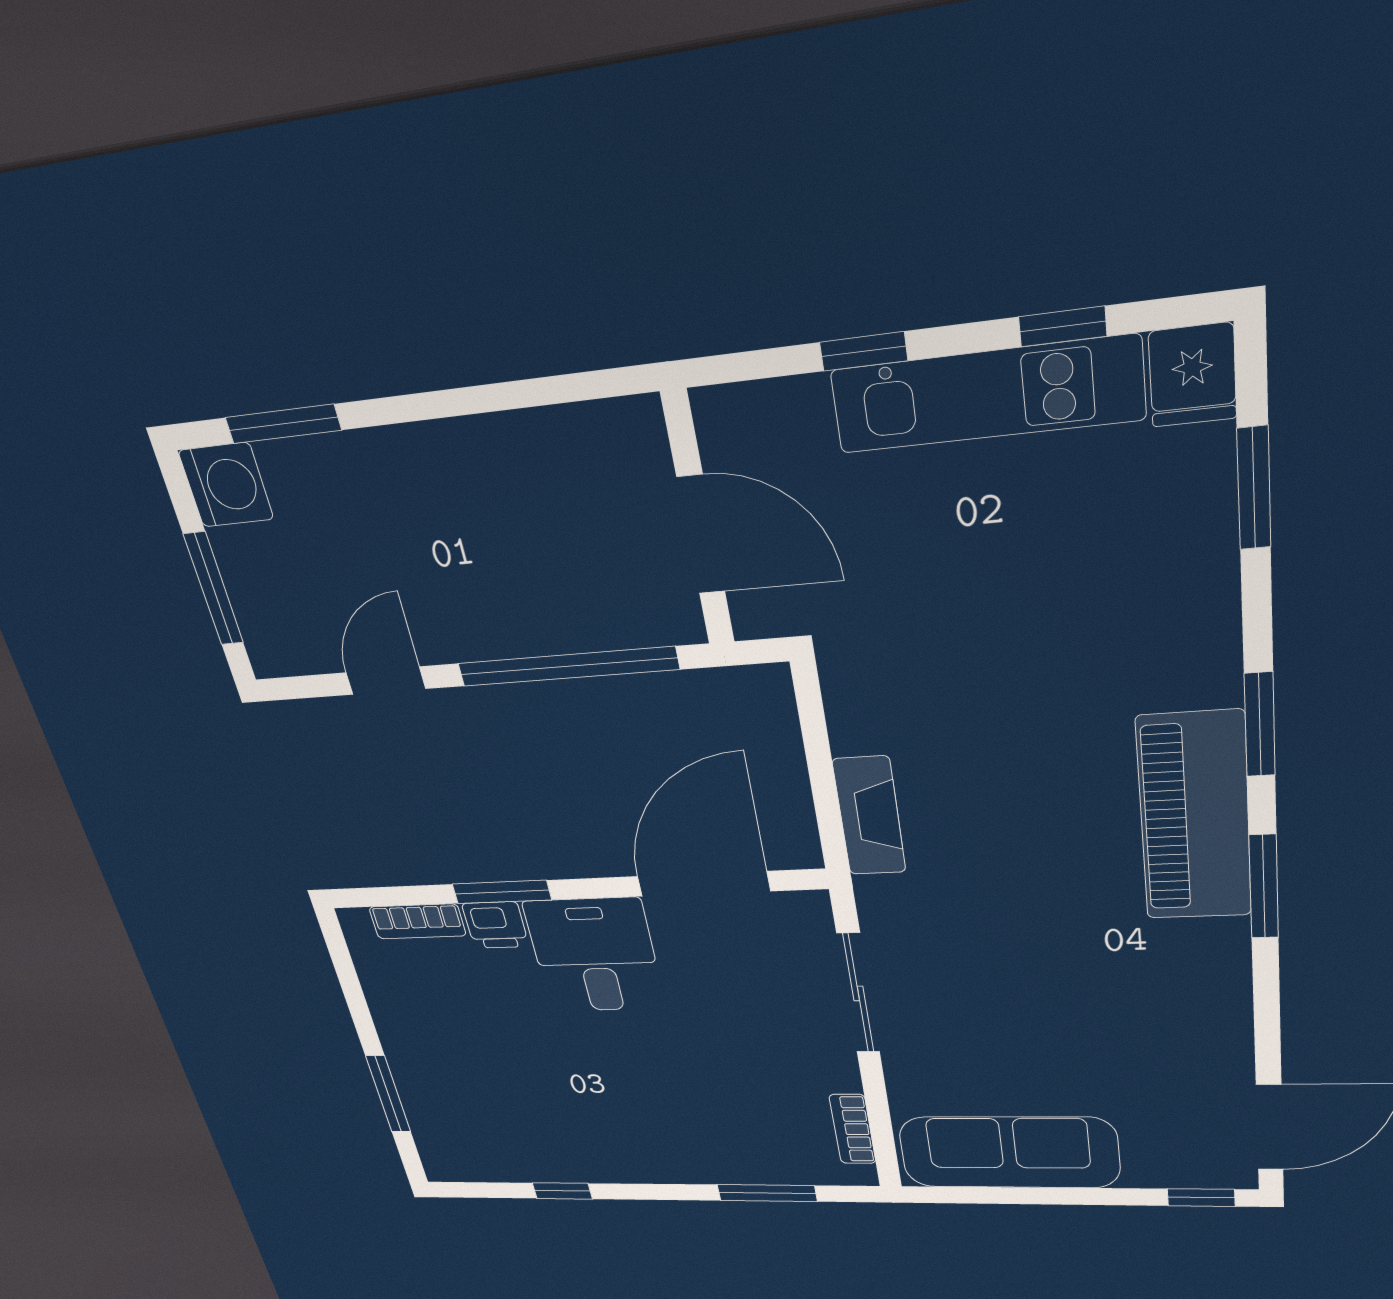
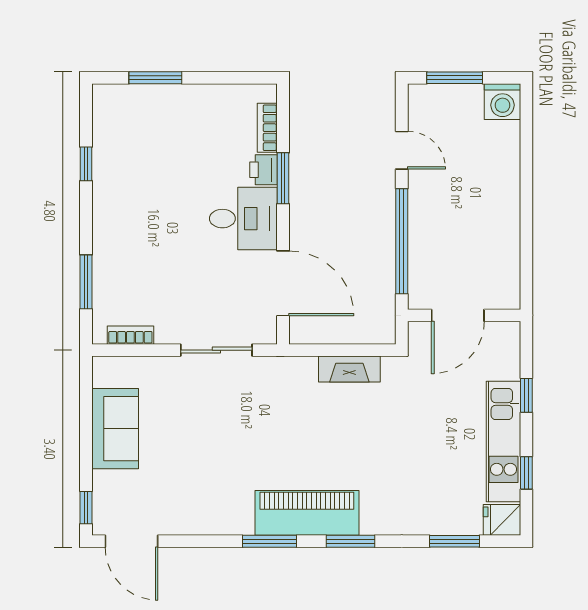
window: (283, 424) -> (526, 138), removed
fireplace: (869, 816) -> (349, 369), moved
sofa: (1009, 1152) -> (115, 429), width x0.73

